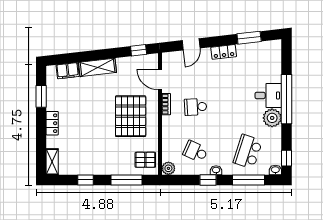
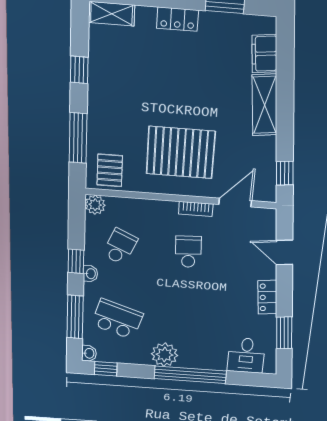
desk: (268, 95) -> (246, 355), moved

